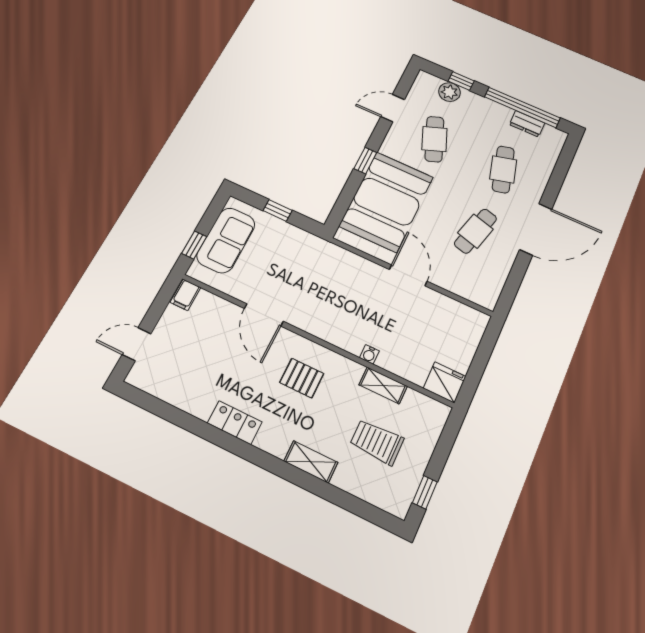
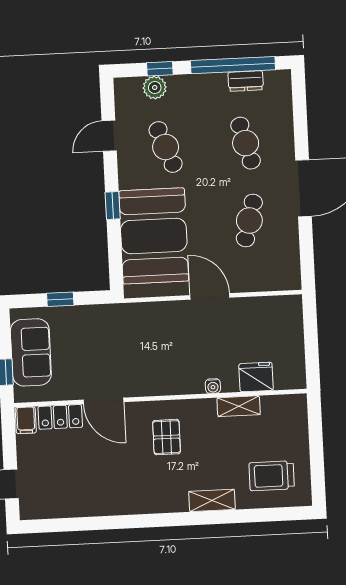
pallet: (302, 378) -> (167, 437), turned 90
fridge: (445, 382) -> (256, 377), moved
locker: (235, 423) -> (60, 417), moved, turned 180
trolley: (377, 442) -> (272, 476), moved
window: (425, 492) -> (318, 475), removed

